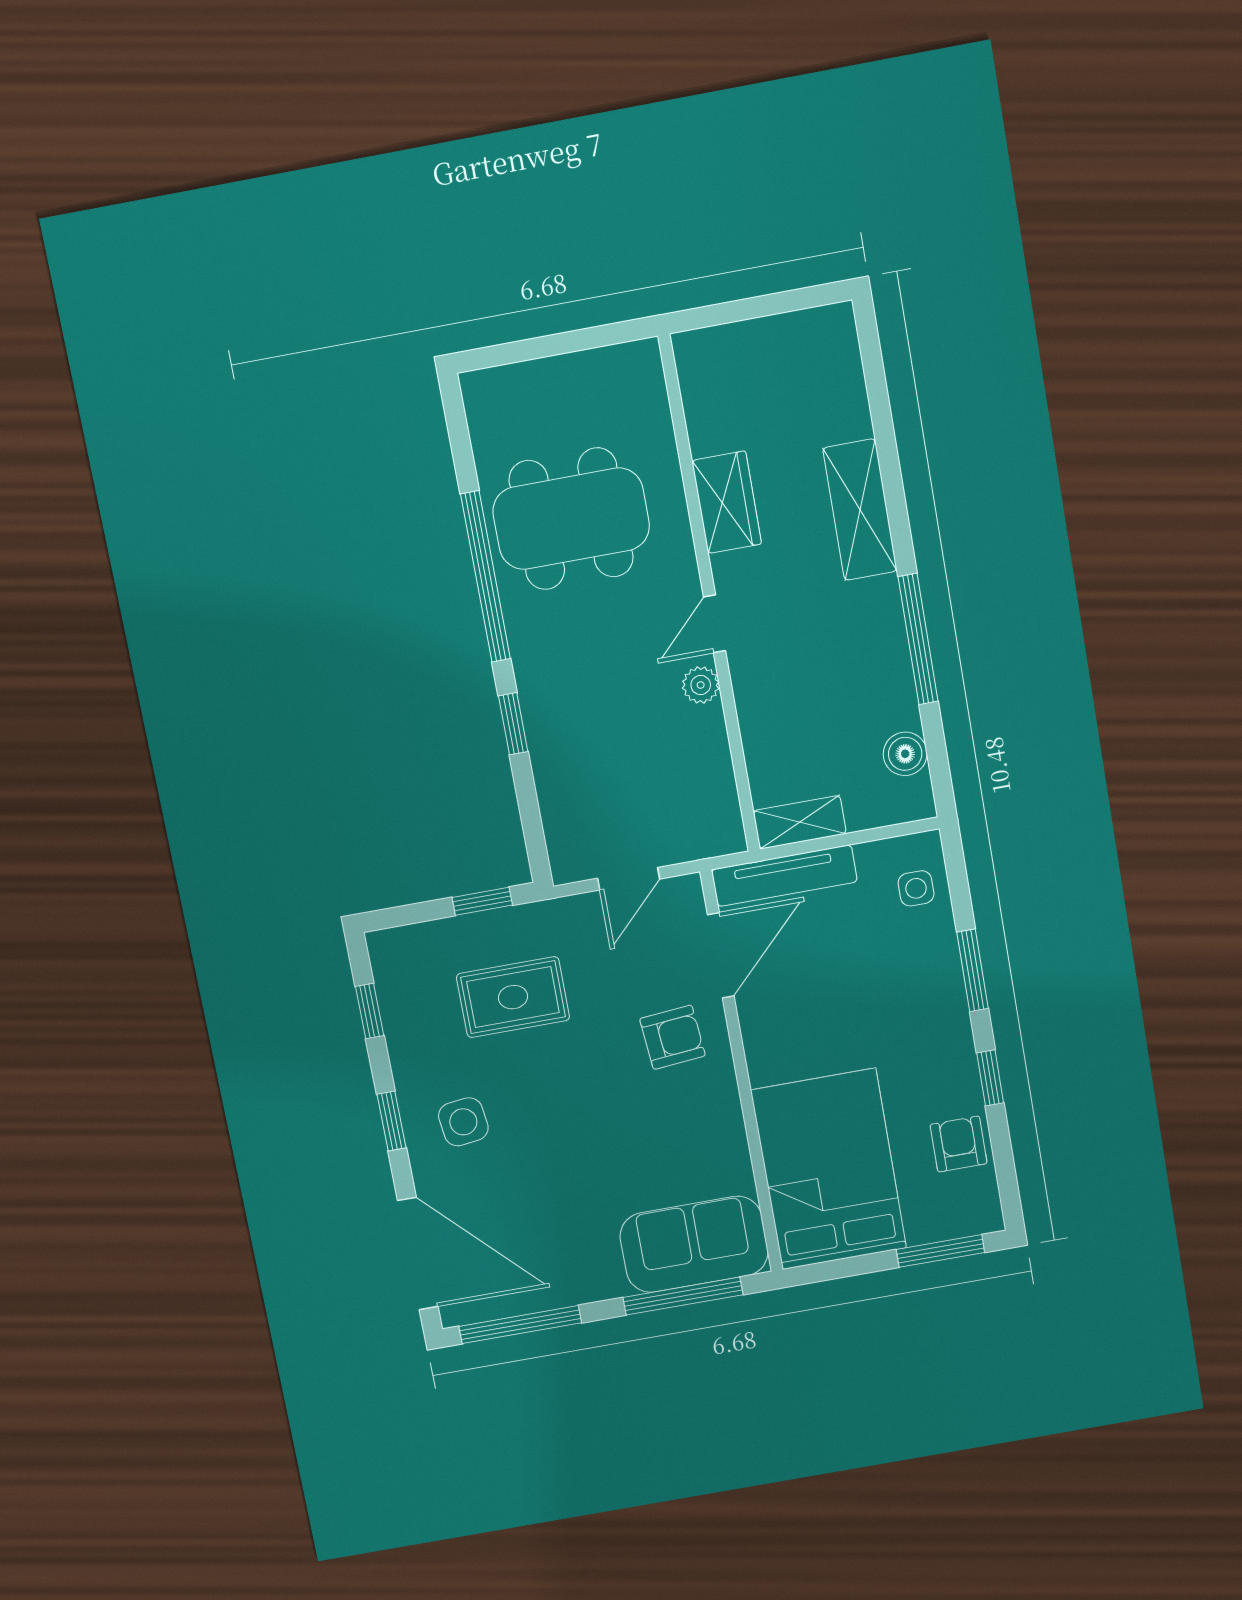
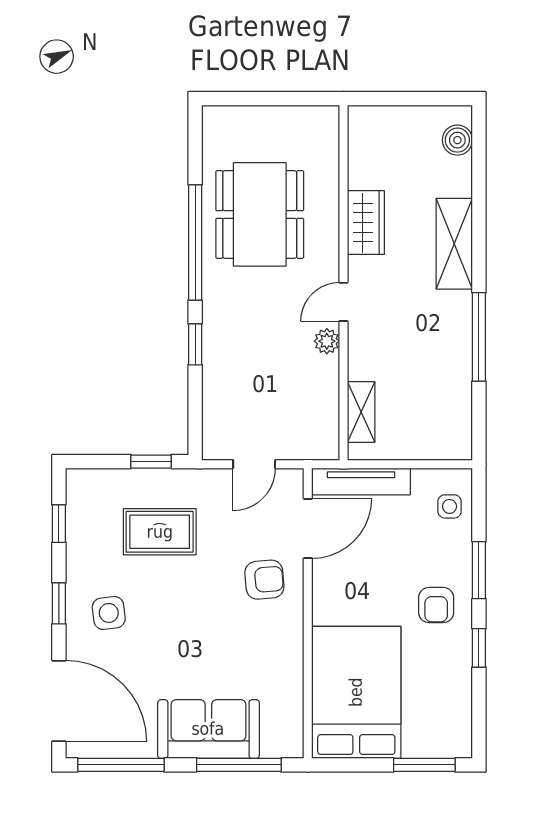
dining table: (571, 519) -> (260, 214), turned 90
boiler: (905, 754) -> (457, 140), moved
shelving: (800, 822) -> (361, 412), moved, turned 90
armchair: (959, 1144) -> (436, 605), moved, turned 180
sofa: (694, 1244) -> (208, 729), moved

